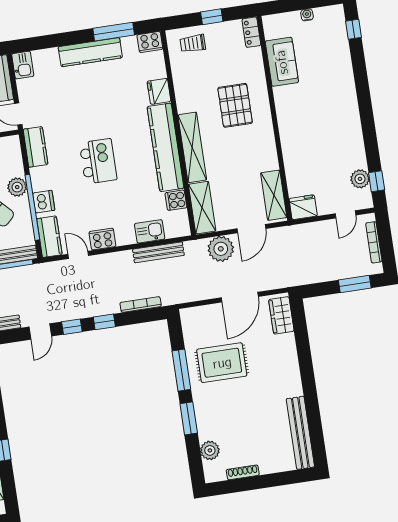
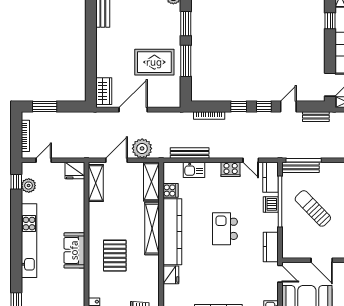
sofa: (282, 62) -> (74, 250), moved
kitchen unit: (349, 108) -> (29, 241), added
plant: (17, 187) -> (289, 219), removed

